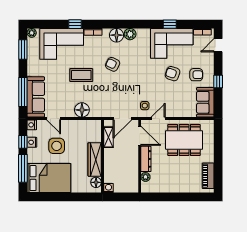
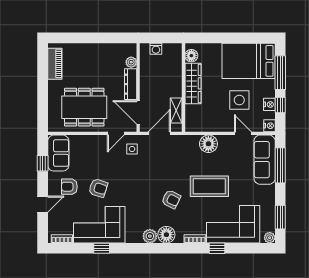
door: (218, 45) -> (43, 204), moved
coffee table: (81, 75) -> (209, 186), width x1.36, depth x1.32
window: (218, 82) -> (43, 163), moved
washing machine: (108, 188) -> (156, 49), moved

